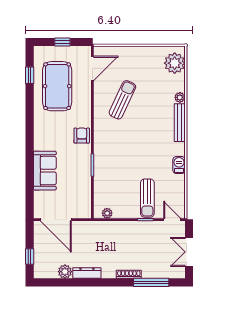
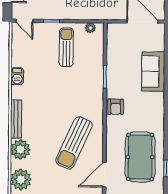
plant: (180, 97) -> (20, 149), width x1.87, depth x1.87
sun lounger: (122, 100) -> (74, 143), width x1.36, depth x1.34
sun lounger: (147, 198) -> (66, 47), moved

